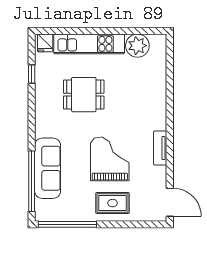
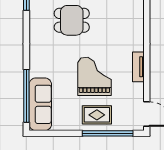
sofa: (48, 168) -> (40, 104), moved
window: (67, 224) -> (108, 133), moved

